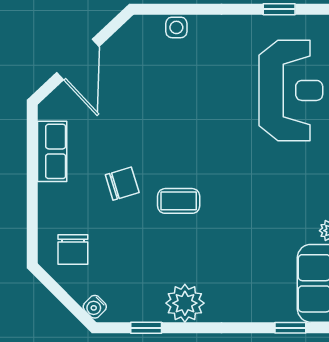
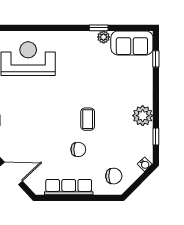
row of seats: (52, 151) -> (69, 187), width x1.48
chair: (122, 184) -> (78, 149), turned 107

